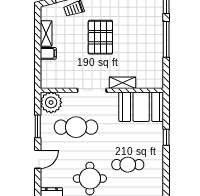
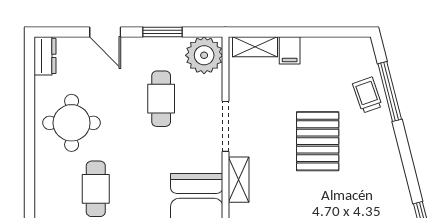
shelving: (46, 33) -> (255, 47), moved
pallet: (100, 37) -> (318, 141), turned 90
cafe table: (76, 127) -> (161, 99), width x0.73, depth x0.74

